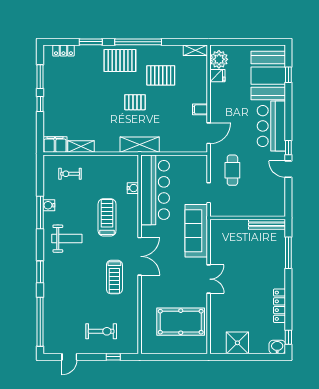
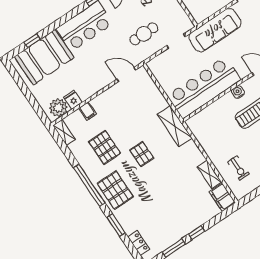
filing cabinet: (200, 109) -> (88, 111), moved
water cooler: (133, 188) -> (238, 92), moved

